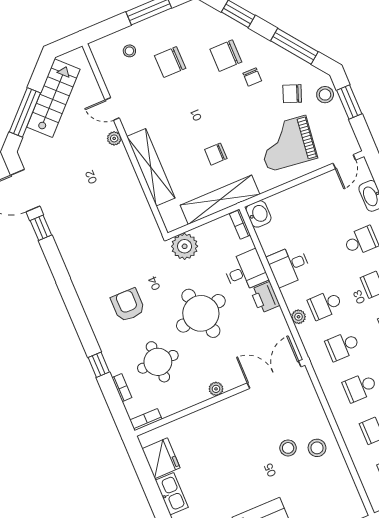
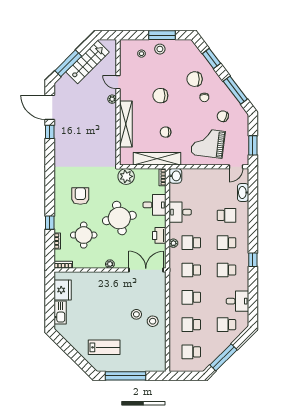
chair: (170, 62) -> (160, 96), moved
stool: (325, 95) -> (160, 49), moved
window: (349, 102) -> (253, 145), moved
printer: (265, 297) -> (159, 235), moved

